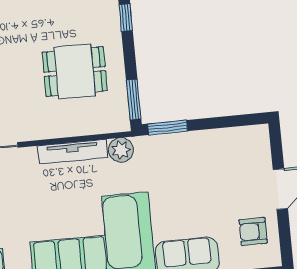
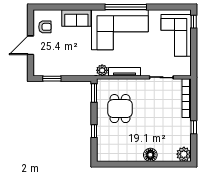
dining table: (75, 71) -> (120, 109), turned 90
window: (168, 127) -> (52, 79), moved

